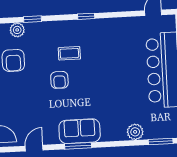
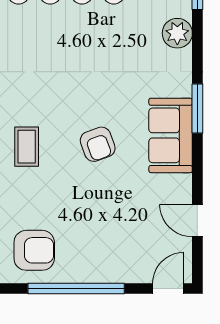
armchair: (59, 80) -> (98, 144), moved, turned 70
window: (78, 146) -> (197, 109), moved

